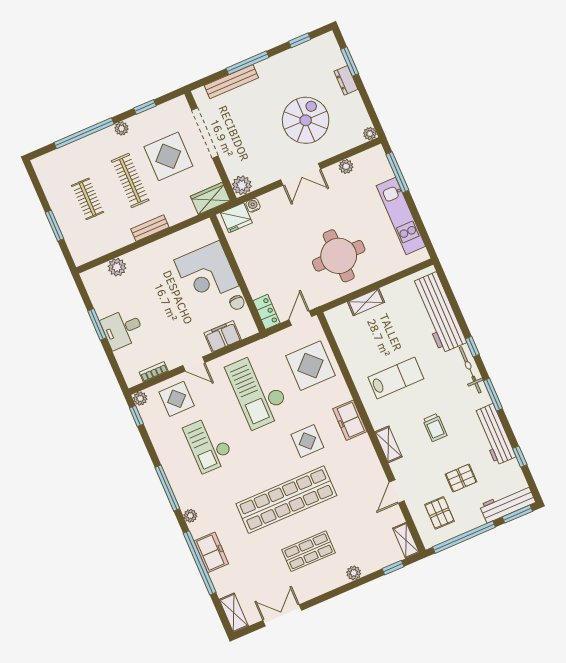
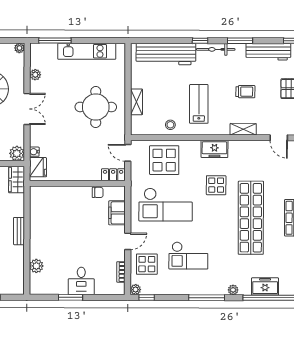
corner desk: (206, 273) -> (67, 205), removed
stool: (356, 355) -> (170, 125), added

